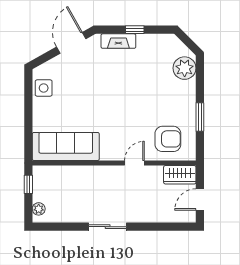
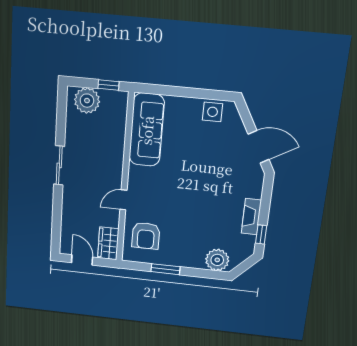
window: (135, 30) -> (261, 234), moved
fireplace: (118, 41) -> (251, 217), moved
door: (134, 163) -> (123, 200), swing flipped
plant: (39, 209) -> (87, 101), width x1.88, depth x1.88

